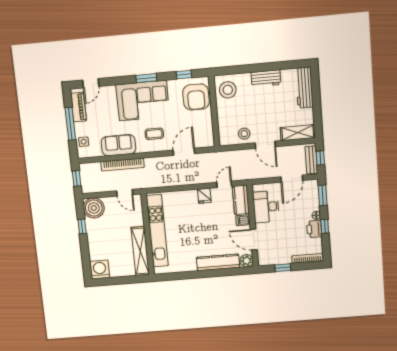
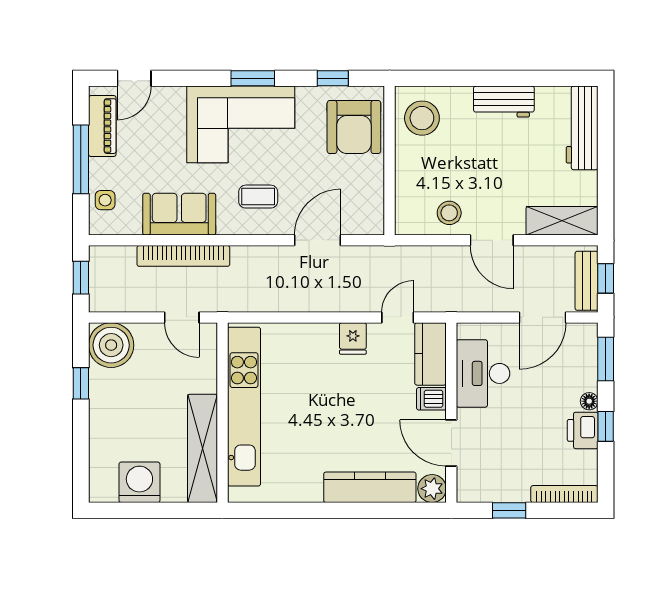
washing machine: (100, 269) -> (139, 482), moved

